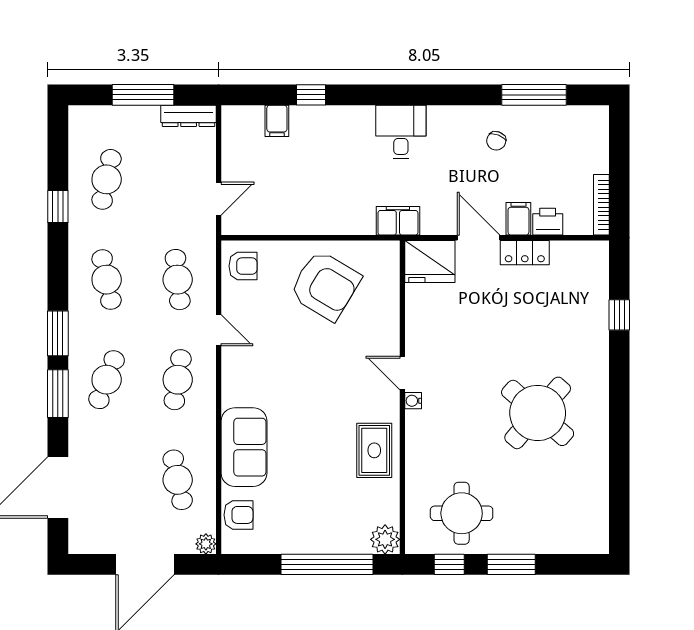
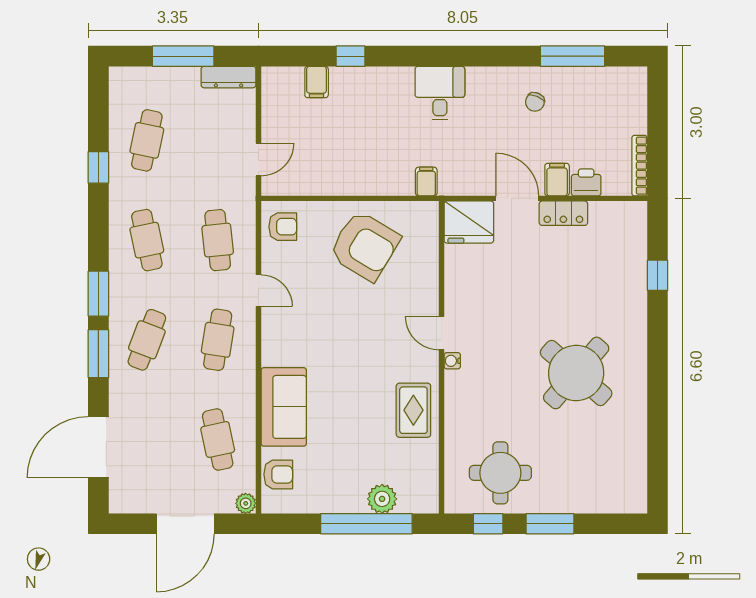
filing cabinet: (398, 221) -> (426, 182), width x0.50
plant: (385, 539) -> (382, 499), moved

